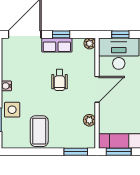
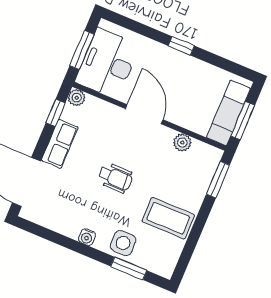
window: (61, 34) -> (55, 113), moved
window: (120, 34) -> (82, 50), width x1.50
wheelchair: (60, 80) -> (115, 178), moved

